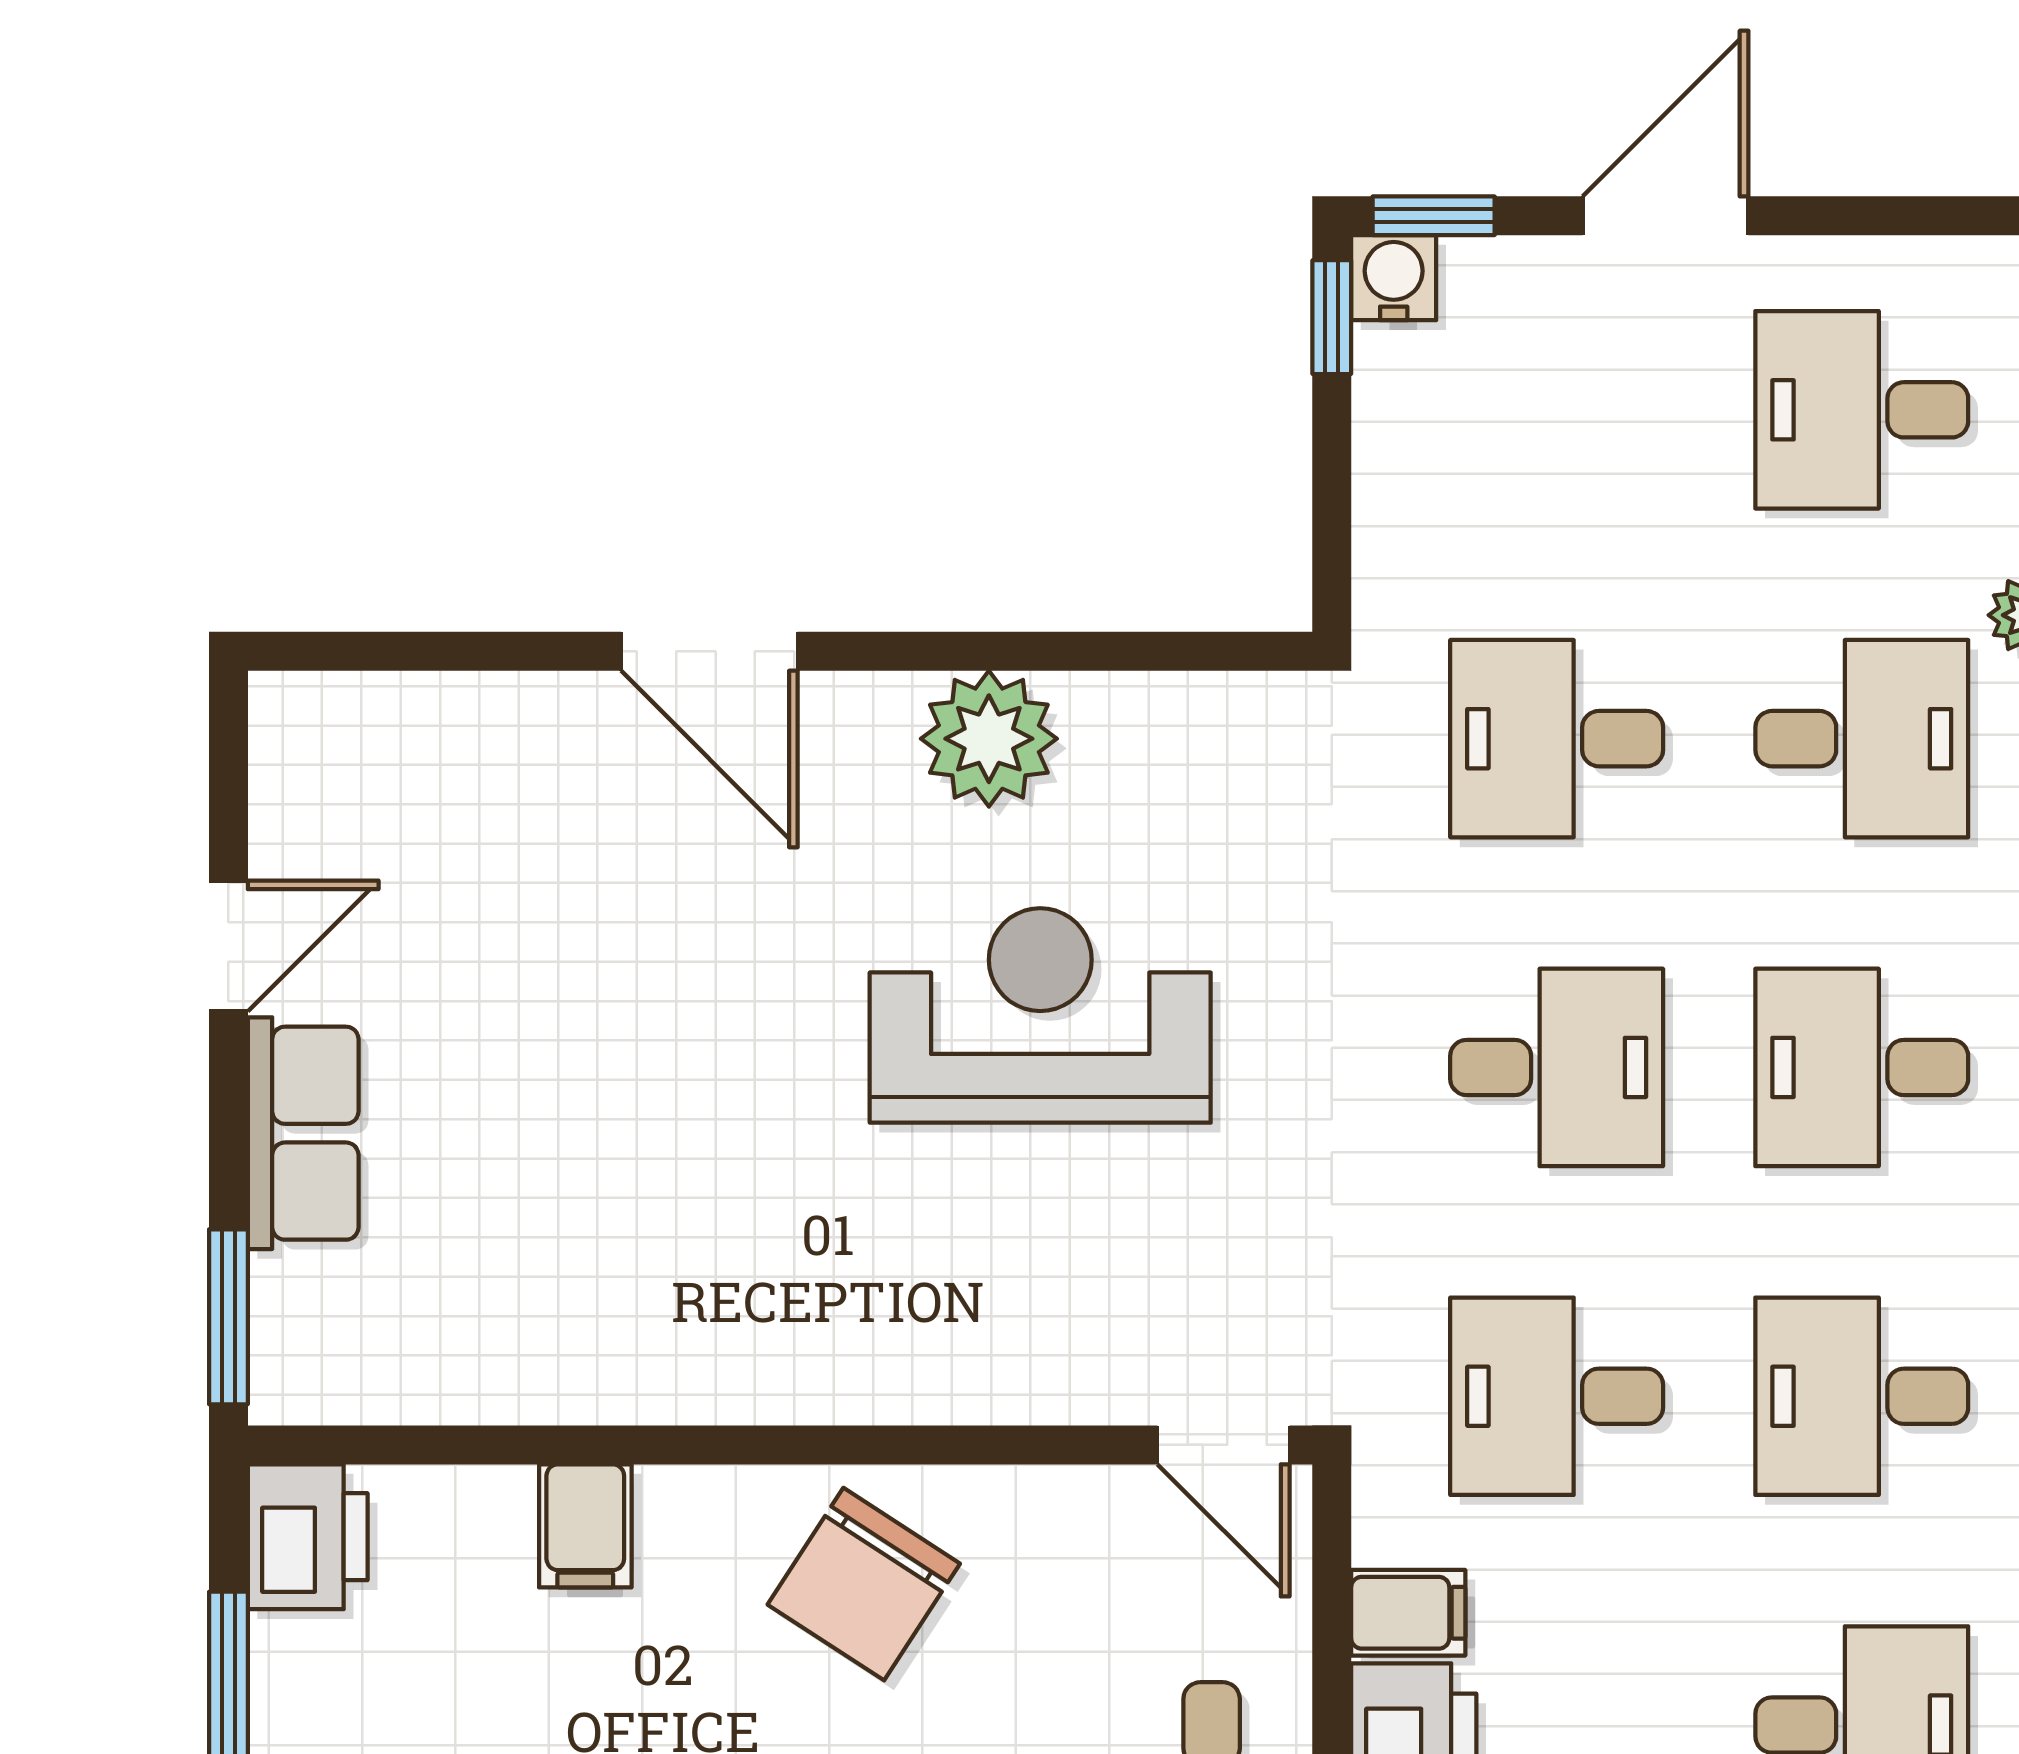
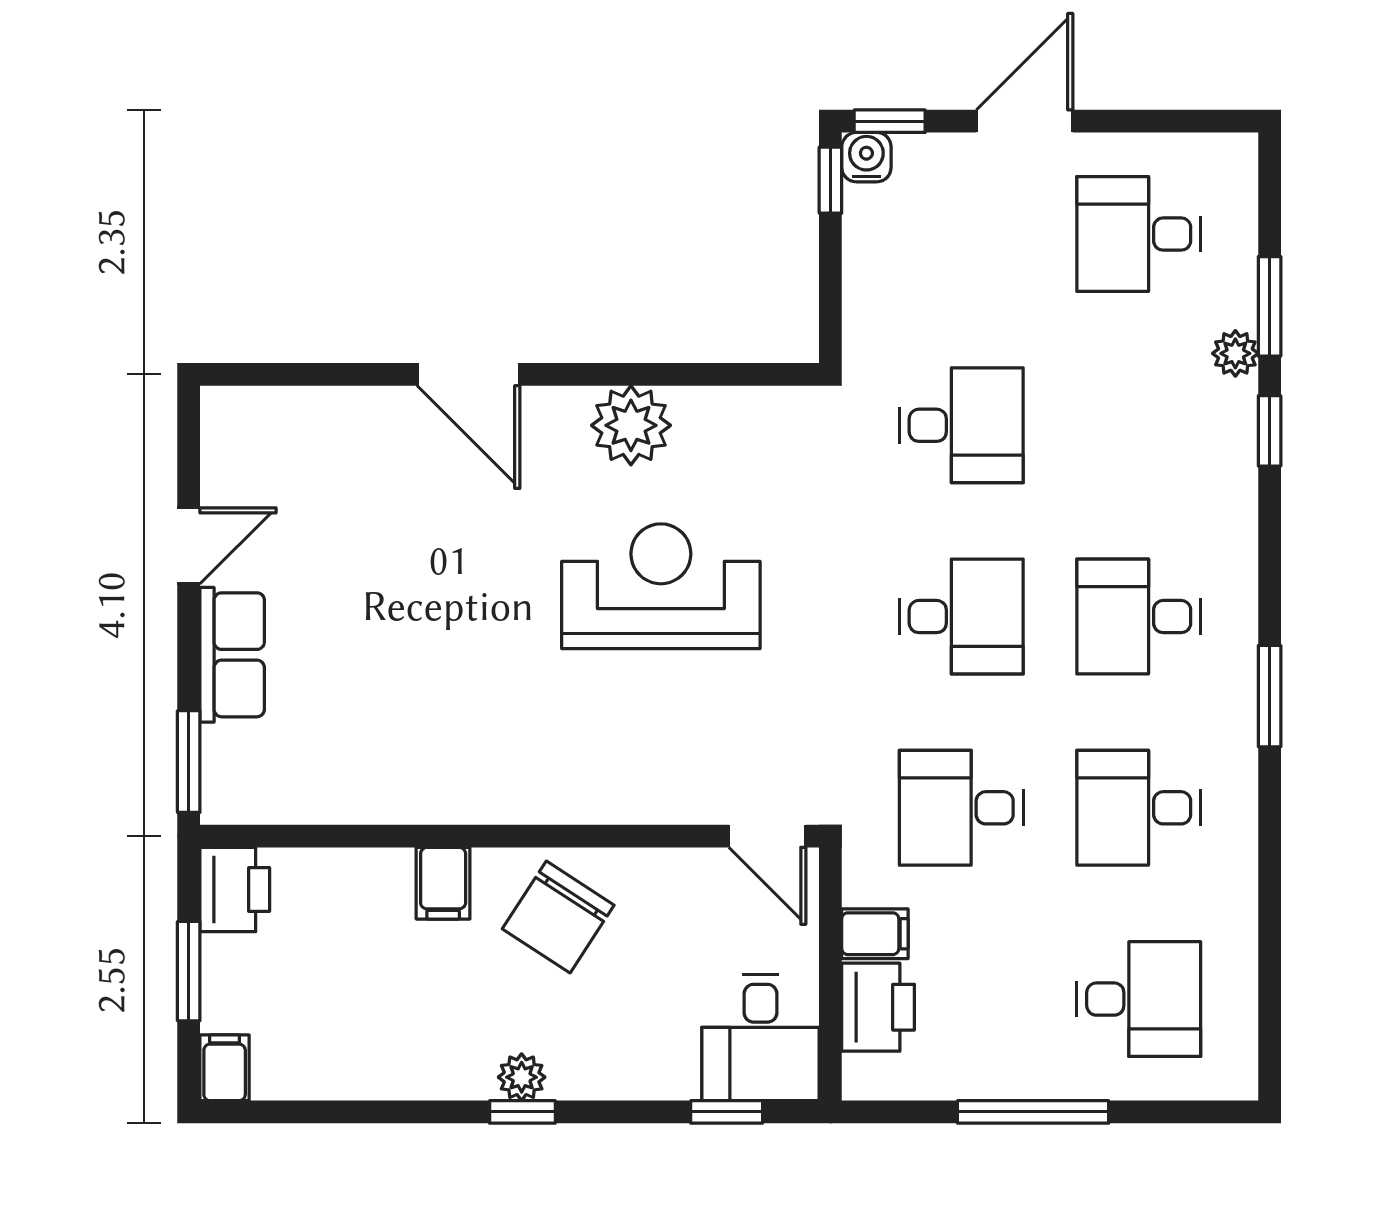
desk: (1557, 739) -> (961, 425), turned 180
desk: (1862, 739) -> (1139, 425), removed
filing cabinet: (585, 1526) -> (443, 883), moved

